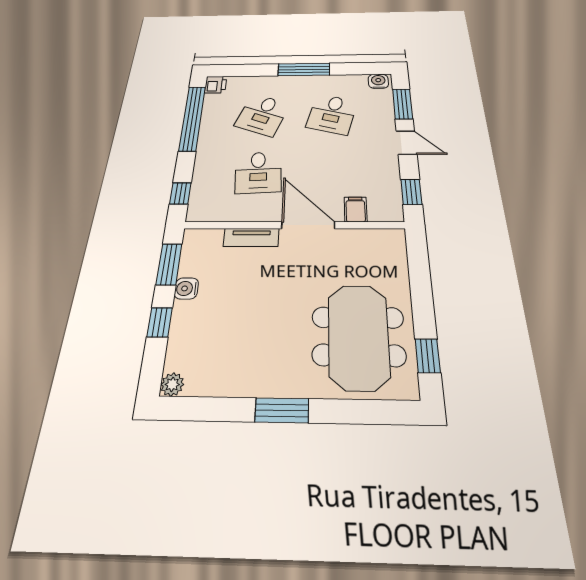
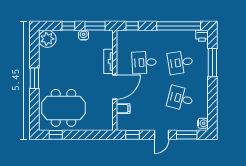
window: (304, 69) -> (212, 63), moved
desk: (262, 115) -> (180, 62), turned -30
plant: (172, 384) -> (47, 39), width x1.87, depth x1.87

